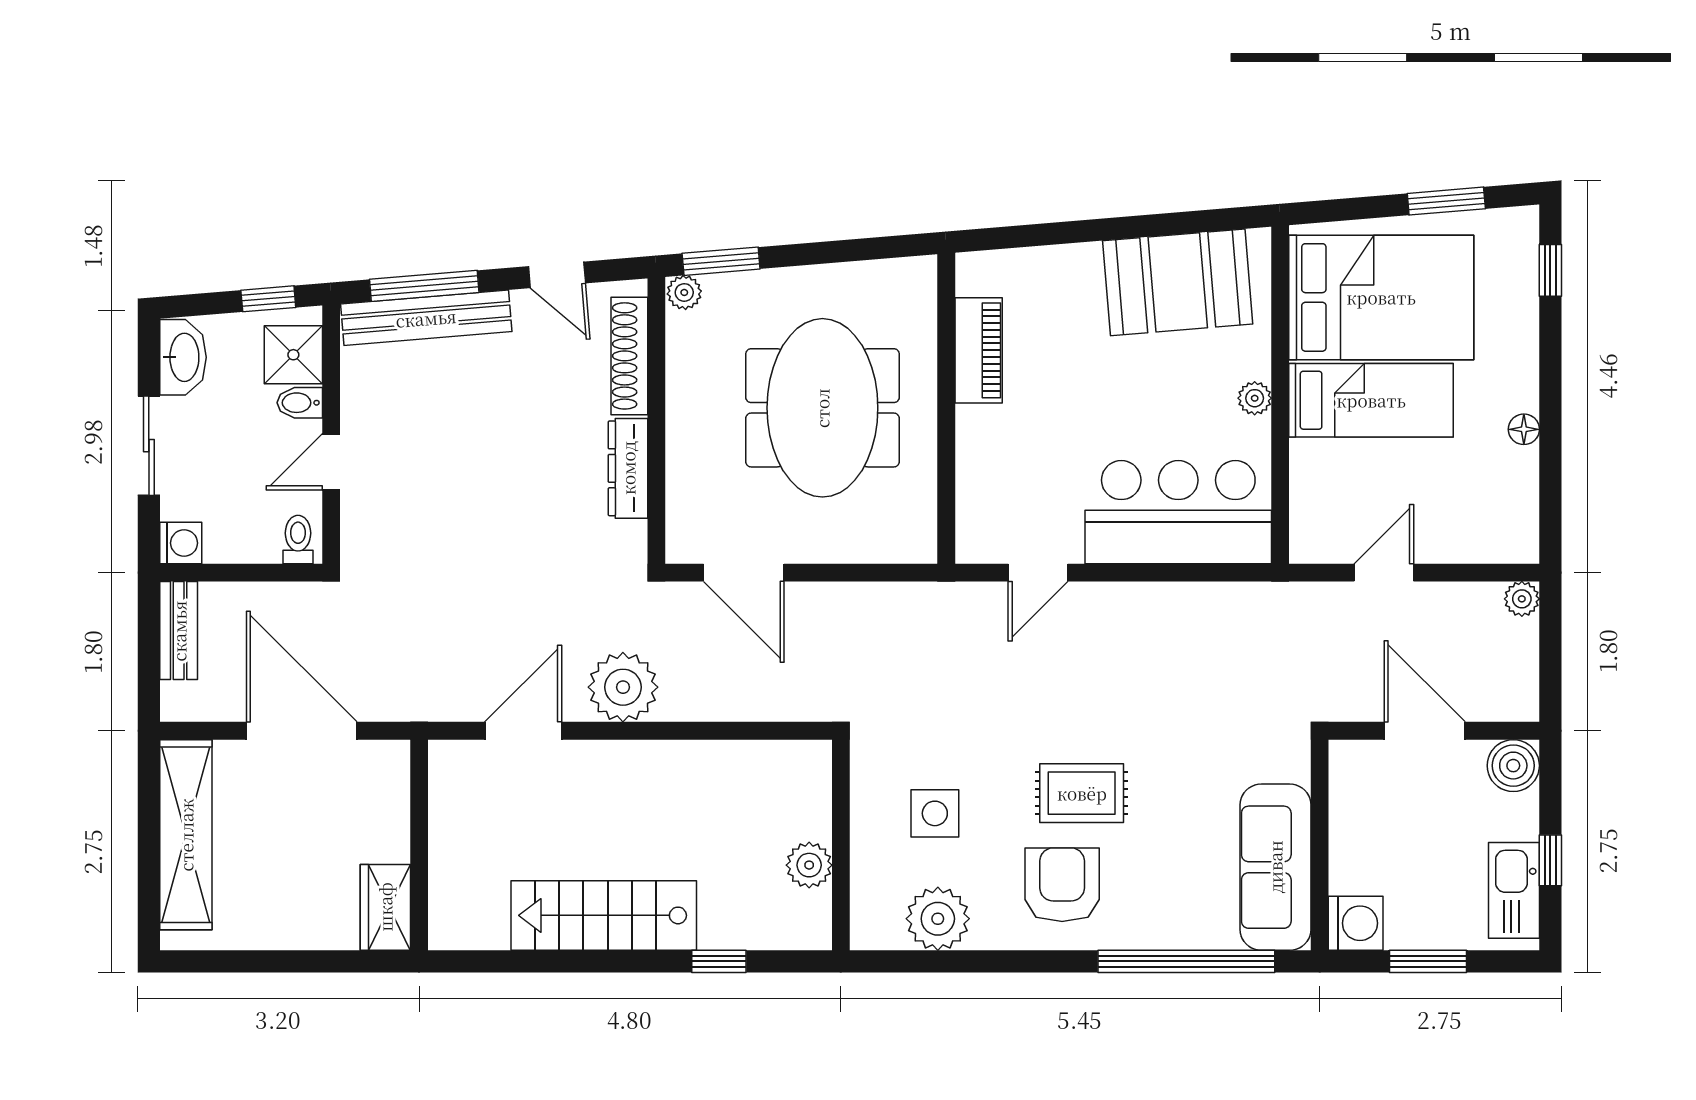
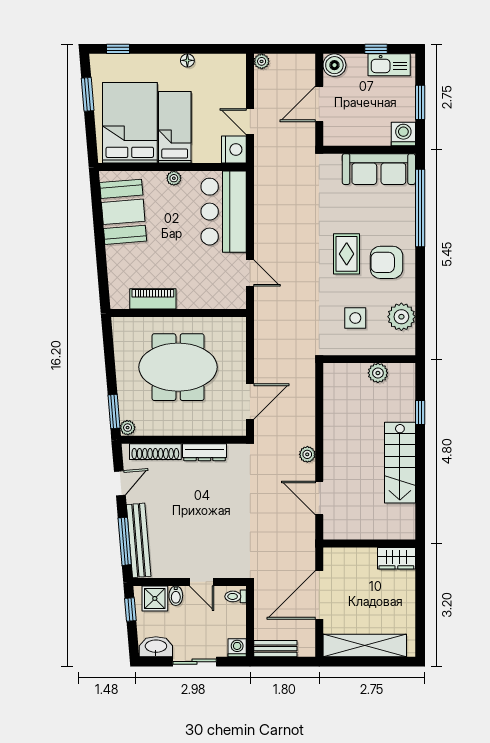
nightstand: (1320, 536) -> (234, 150), added
plant: (623, 687) -> (307, 454), width x0.53, depth x0.53

